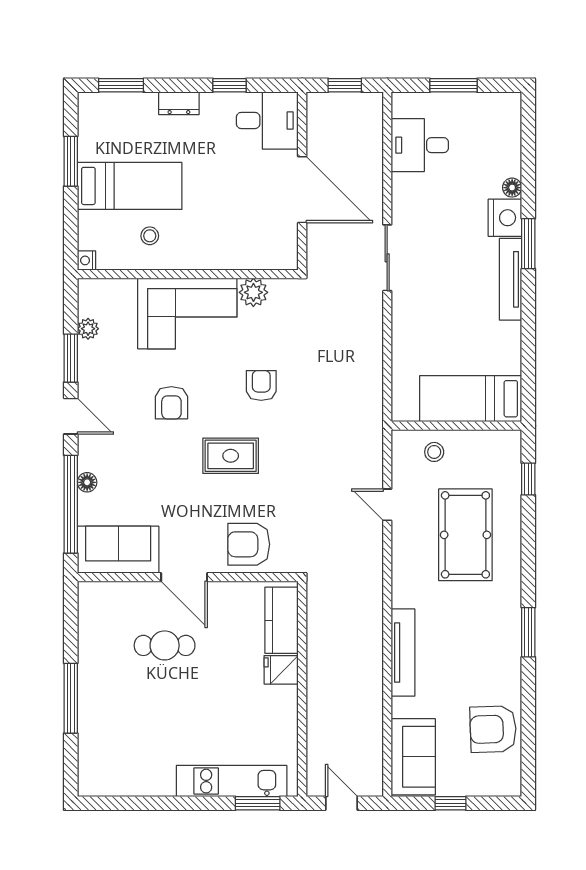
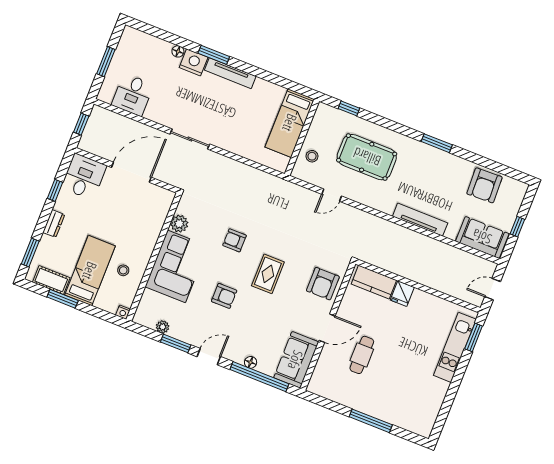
cot: (92, 133) -> (51, 280), added

